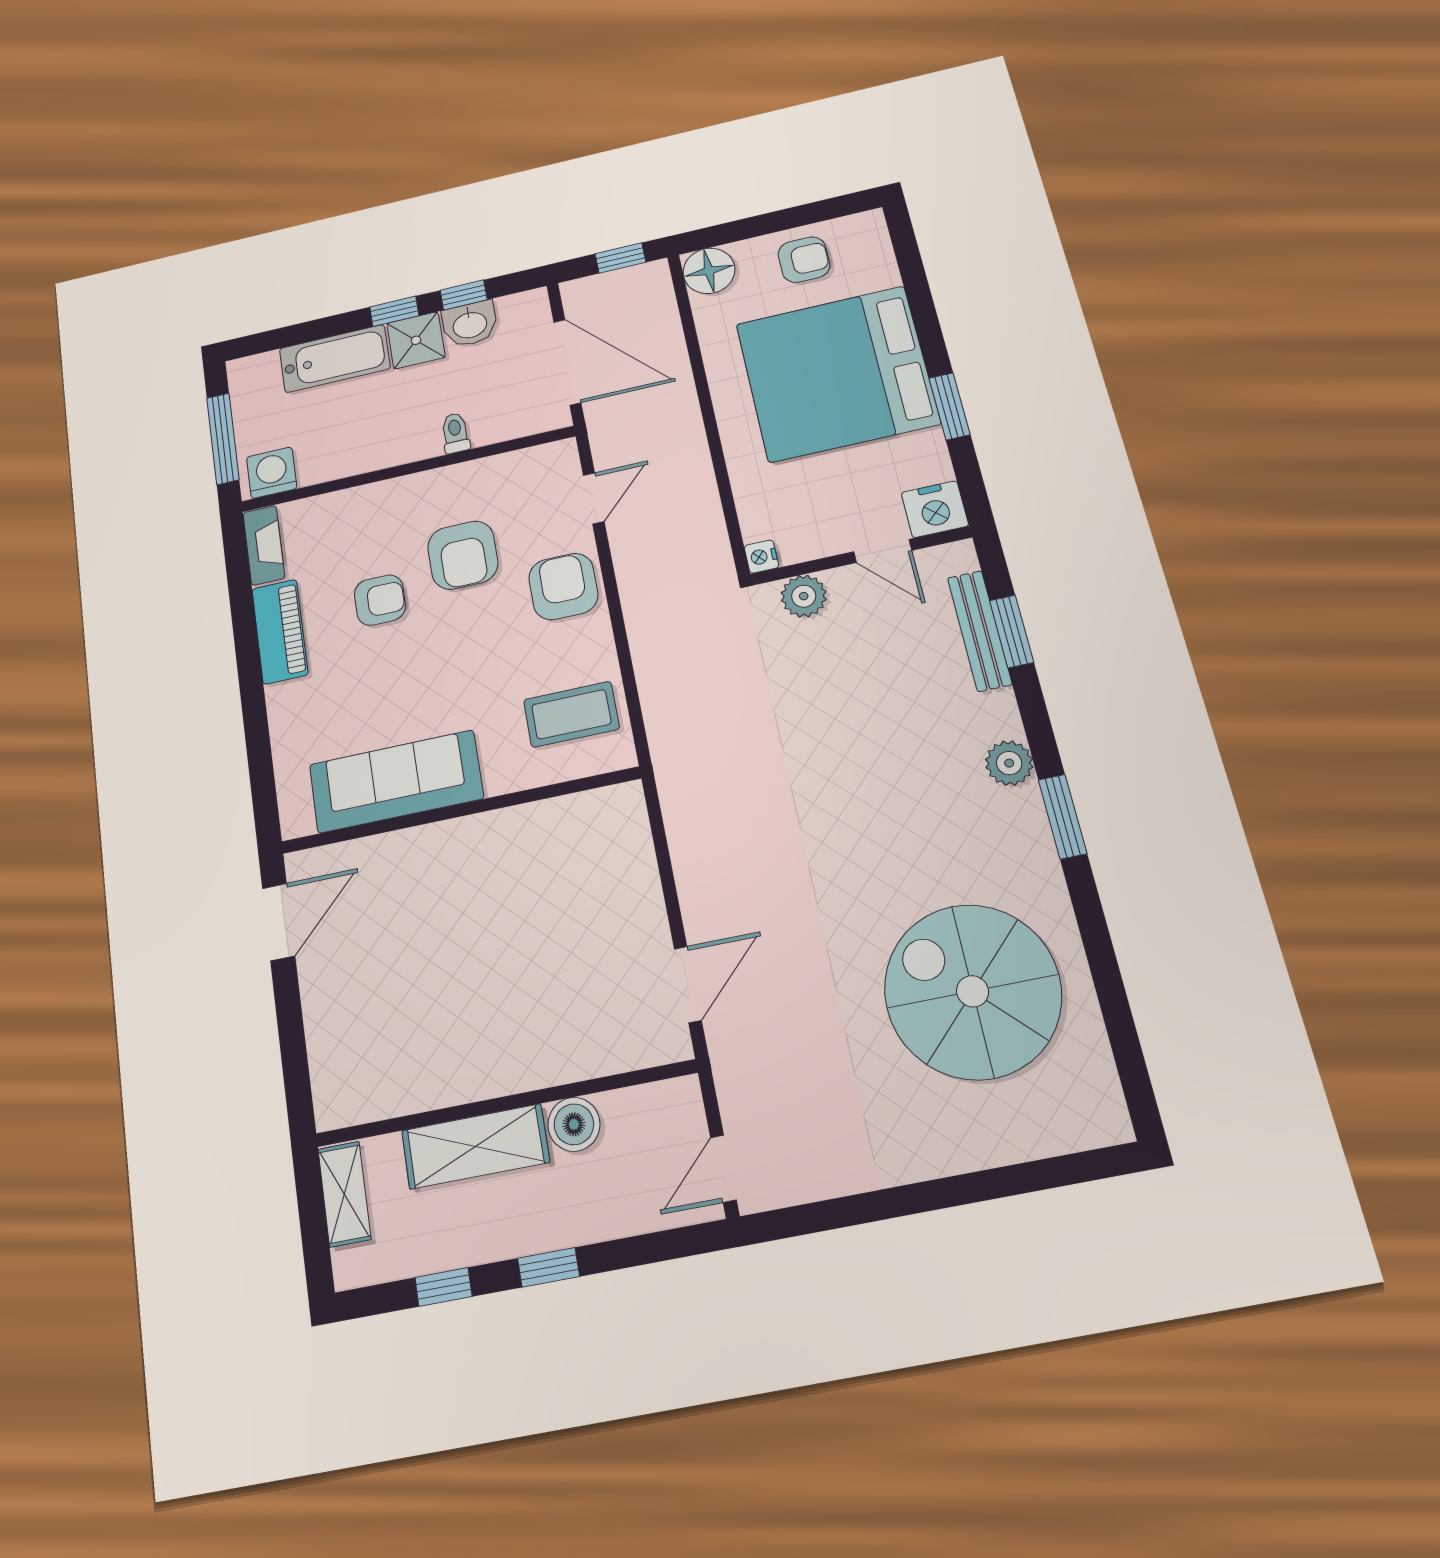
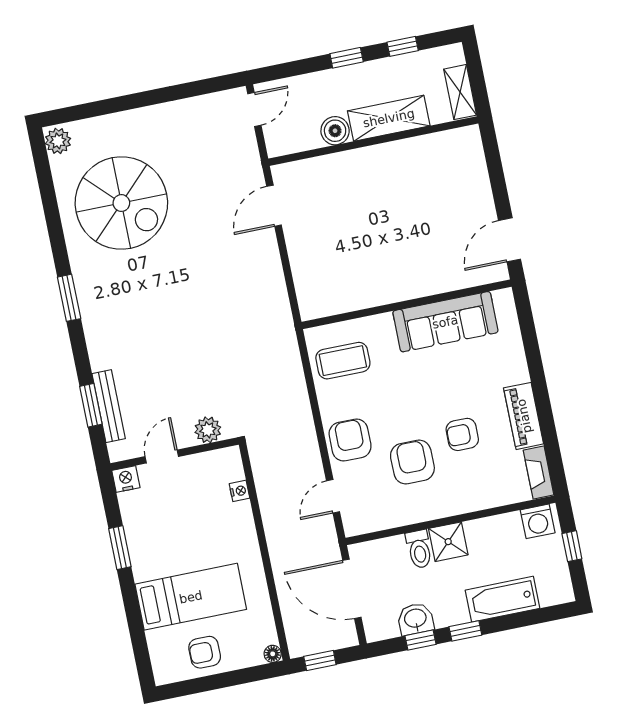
floor lamp: (709, 271) -> (273, 654), width x0.53, depth x0.53
shower: (416, 340) -> (448, 542), moved
bed: (837, 374) -> (191, 597), width x0.49
toilet: (455, 433) -> (419, 549), width x1.37, depth x1.39
window: (223, 439) -> (572, 546), width x0.46
nightstand: (935, 509) -> (126, 479), width x0.74, depth x0.75
door: (883, 551) -> (162, 457), hinge flipped
nightstand: (761, 557) -> (239, 491), moved
armchair: (563, 586) -> (350, 440), turned 180
plant: (1009, 763) -> (58, 141), moved

